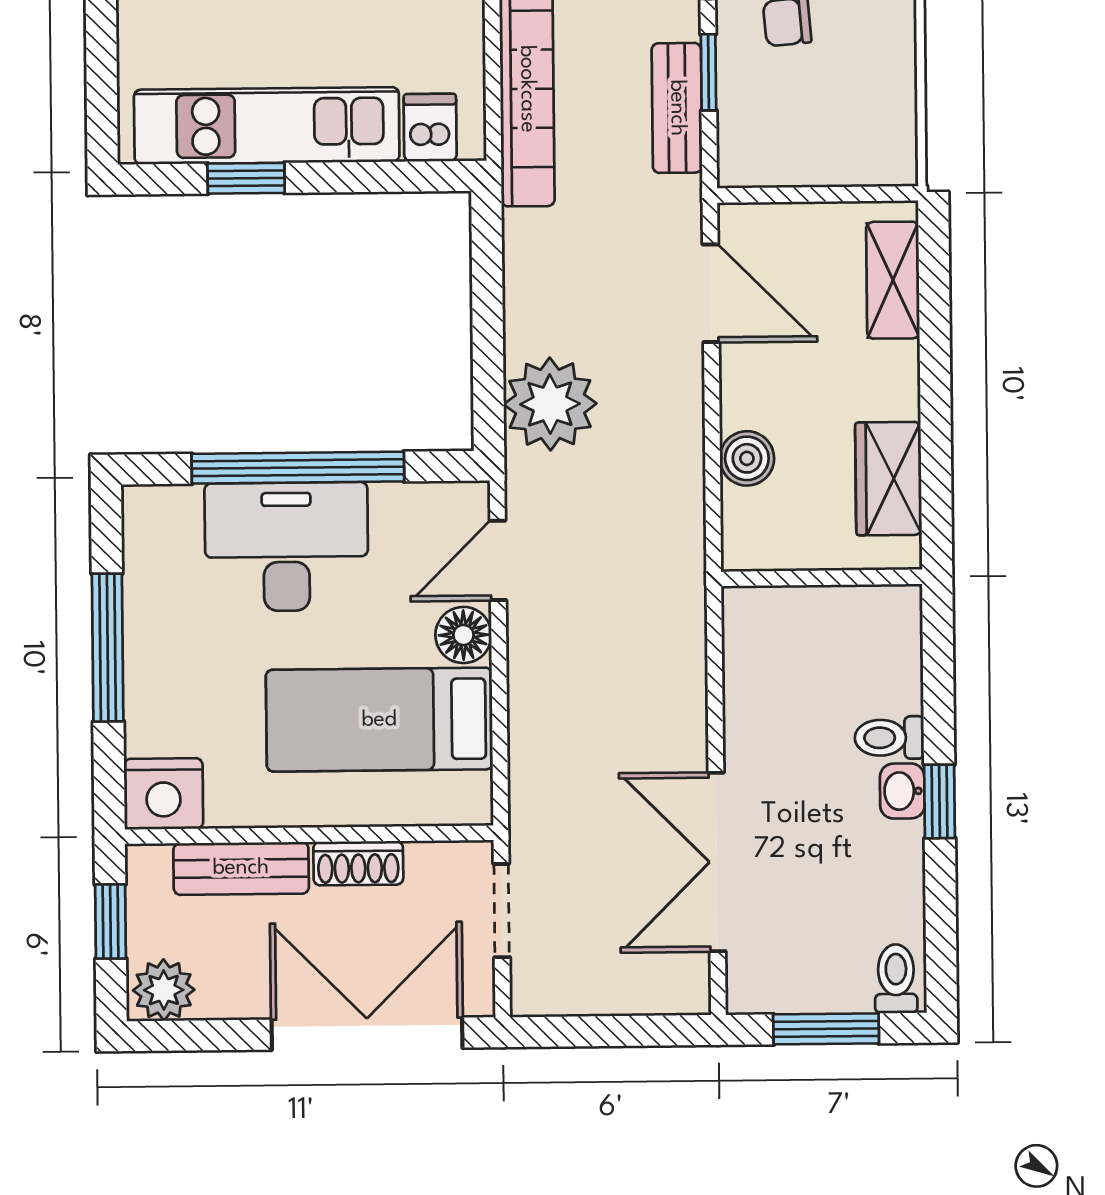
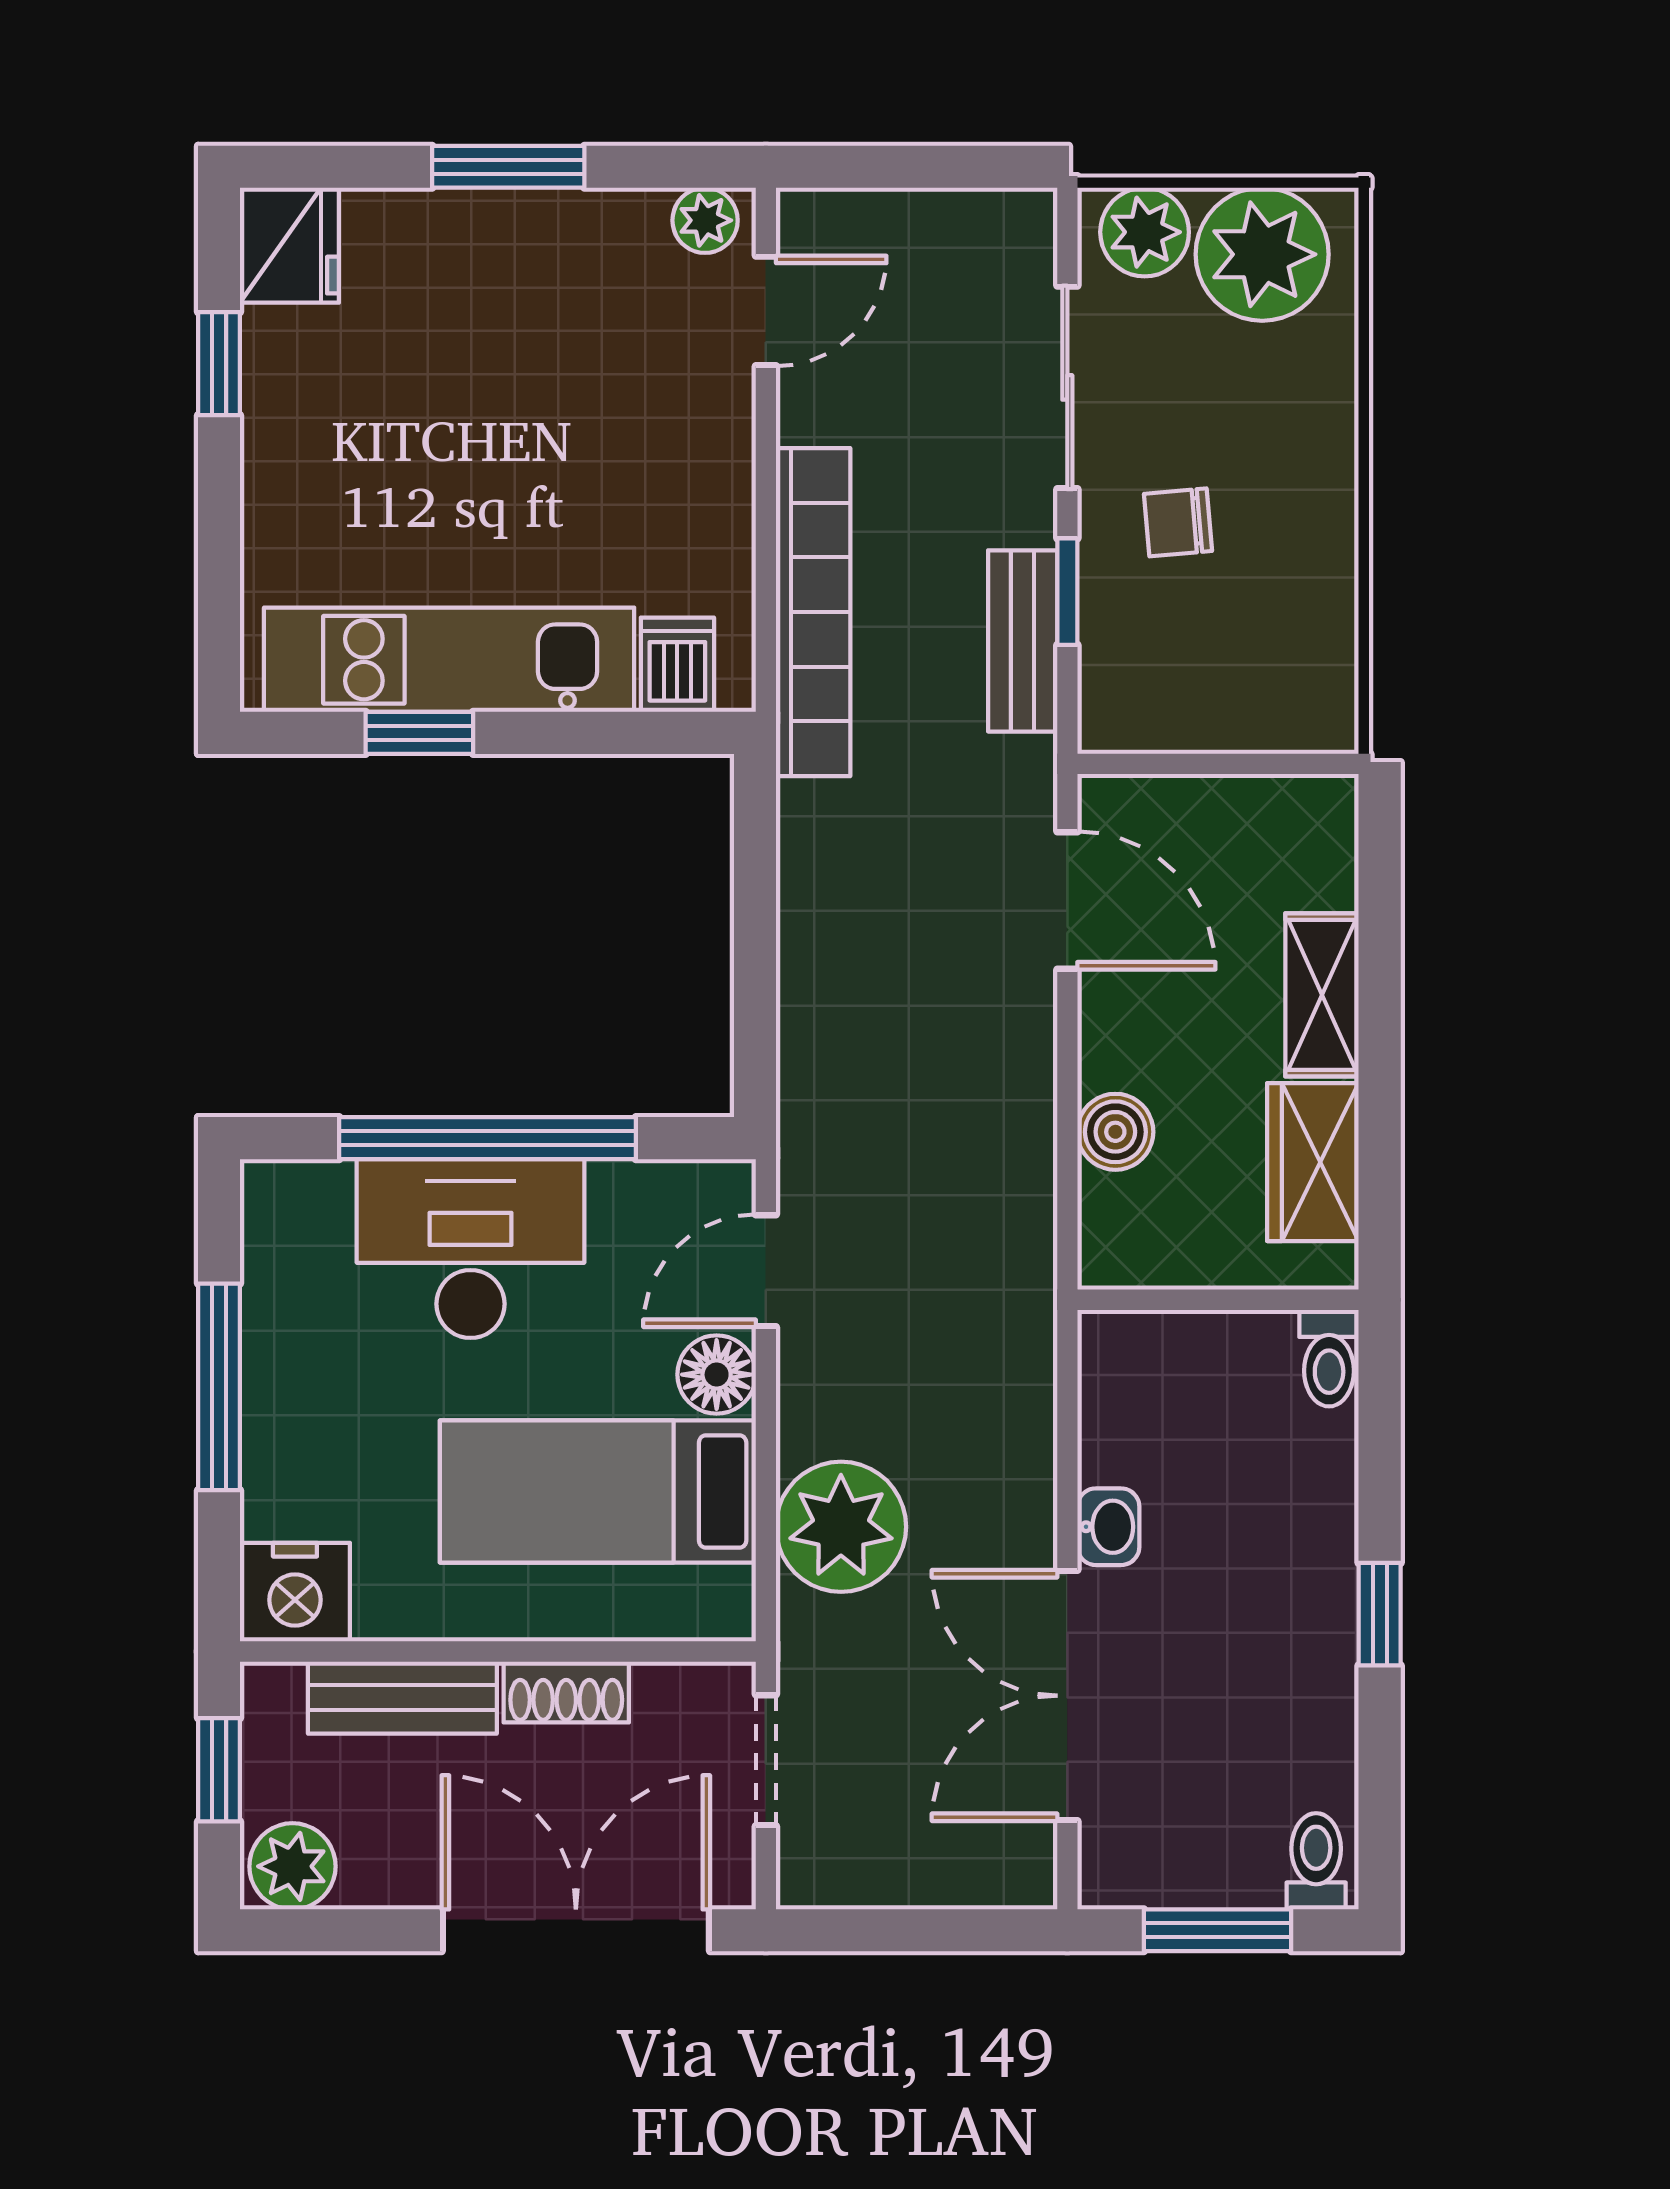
shelving: (893, 280) -> (1322, 995), moved
plant: (550, 404) -> (841, 1527), moved
toilet: (889, 738) -> (1329, 1358), moved, turned -90
washbasin: (902, 791) -> (1108, 1527), moved, turned 180

